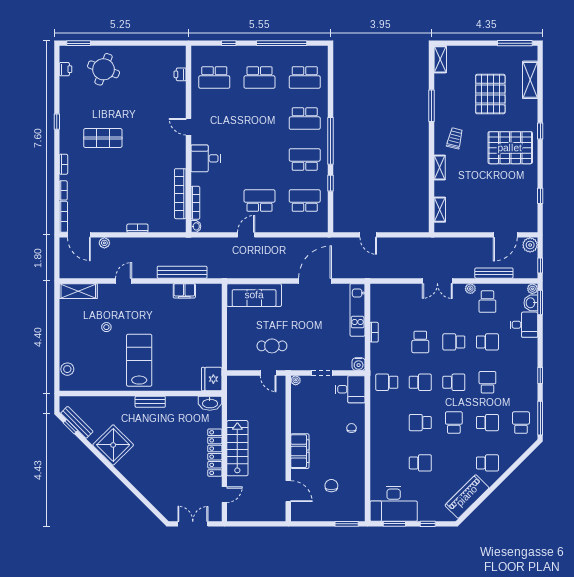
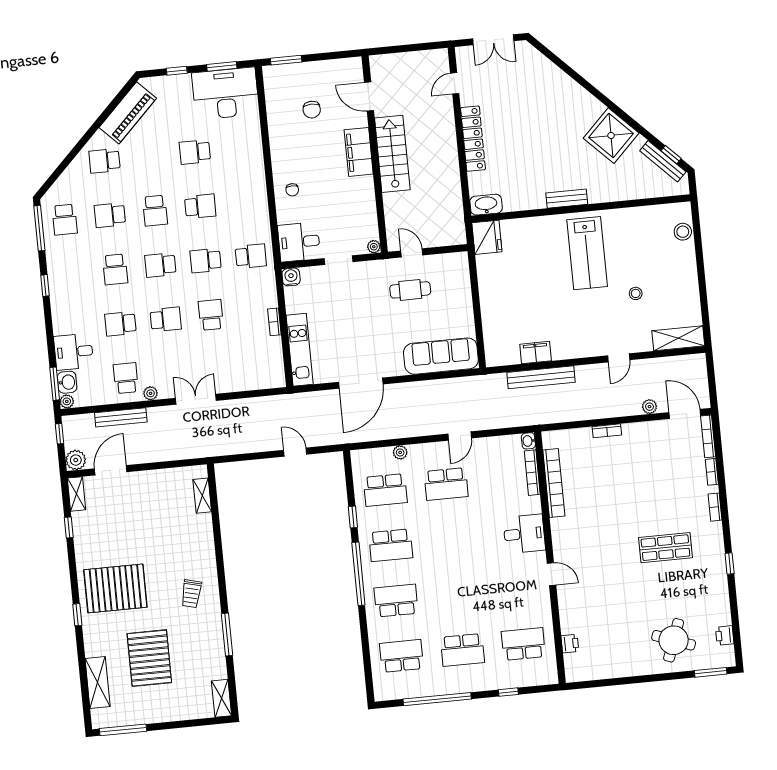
school desk: (260, 77) -> (462, 650), turned 180
shelving: (440, 168) -> (77, 494), moved
plant: (291, 227) -> (400, 452), added
stairs: (237, 448) -> (392, 154), moved, turned 180

